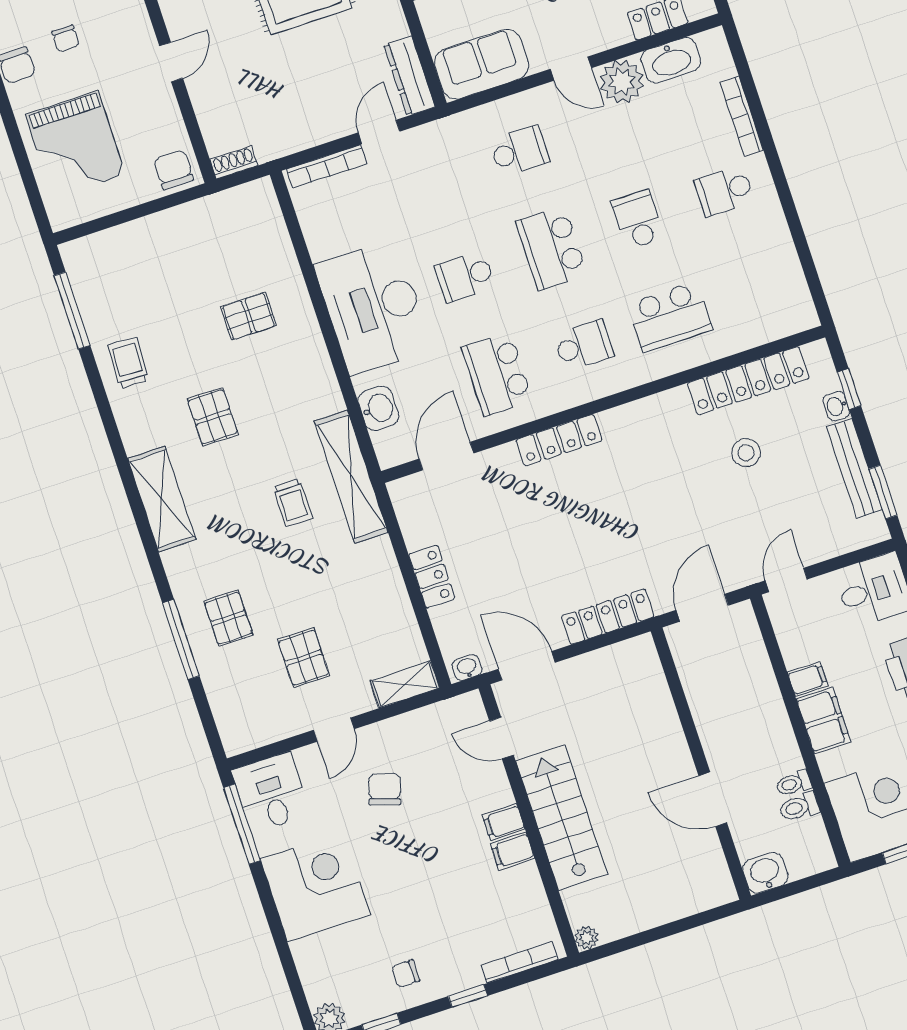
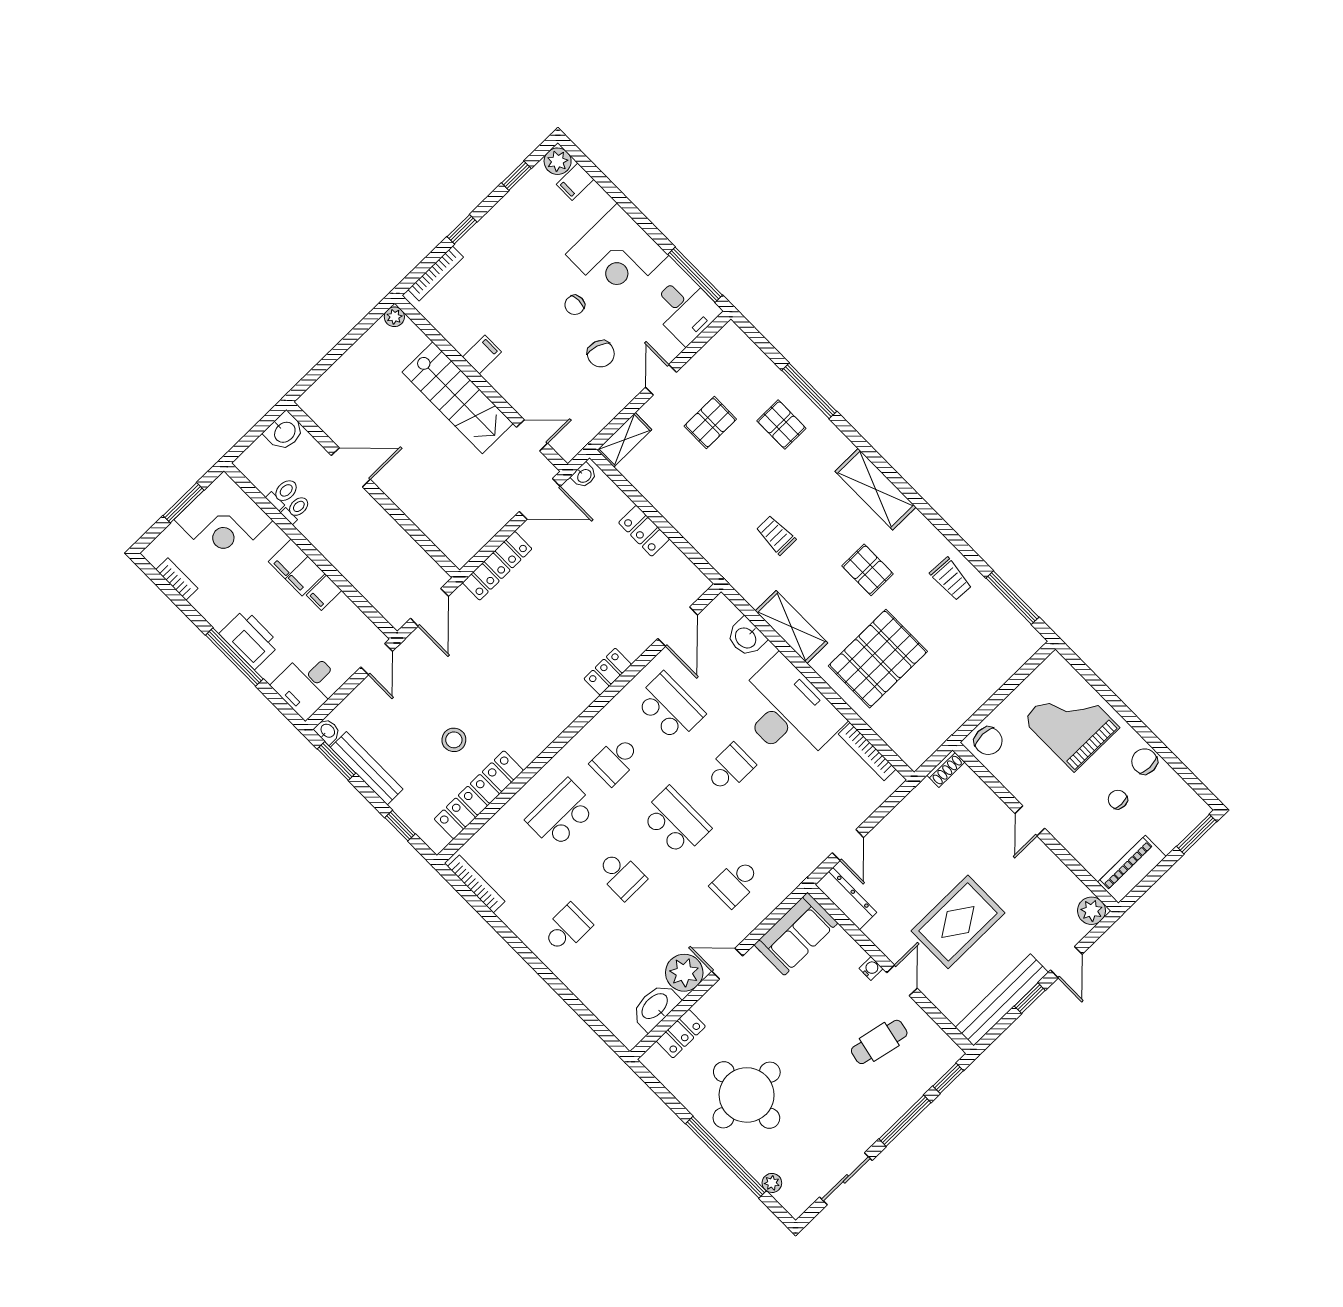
bookcase: (742, 116) -> (476, 884), moved
bookcase: (327, 166) -> (867, 752), moved, turned -90
pallet: (249, 316) -> (878, 659), width x2.05, depth x2.00
washbasin: (836, 406) -> (327, 731), moved
locker: (559, 440) -> (608, 672), width x0.66
shelving: (351, 477) -> (791, 627), moved, width x0.68
pallet: (304, 658) -> (710, 423), turned 90
filing cabinet: (504, 822) -> (575, 182), moved, turned 180
chair: (406, 974) -> (575, 305), moved, turned 180

